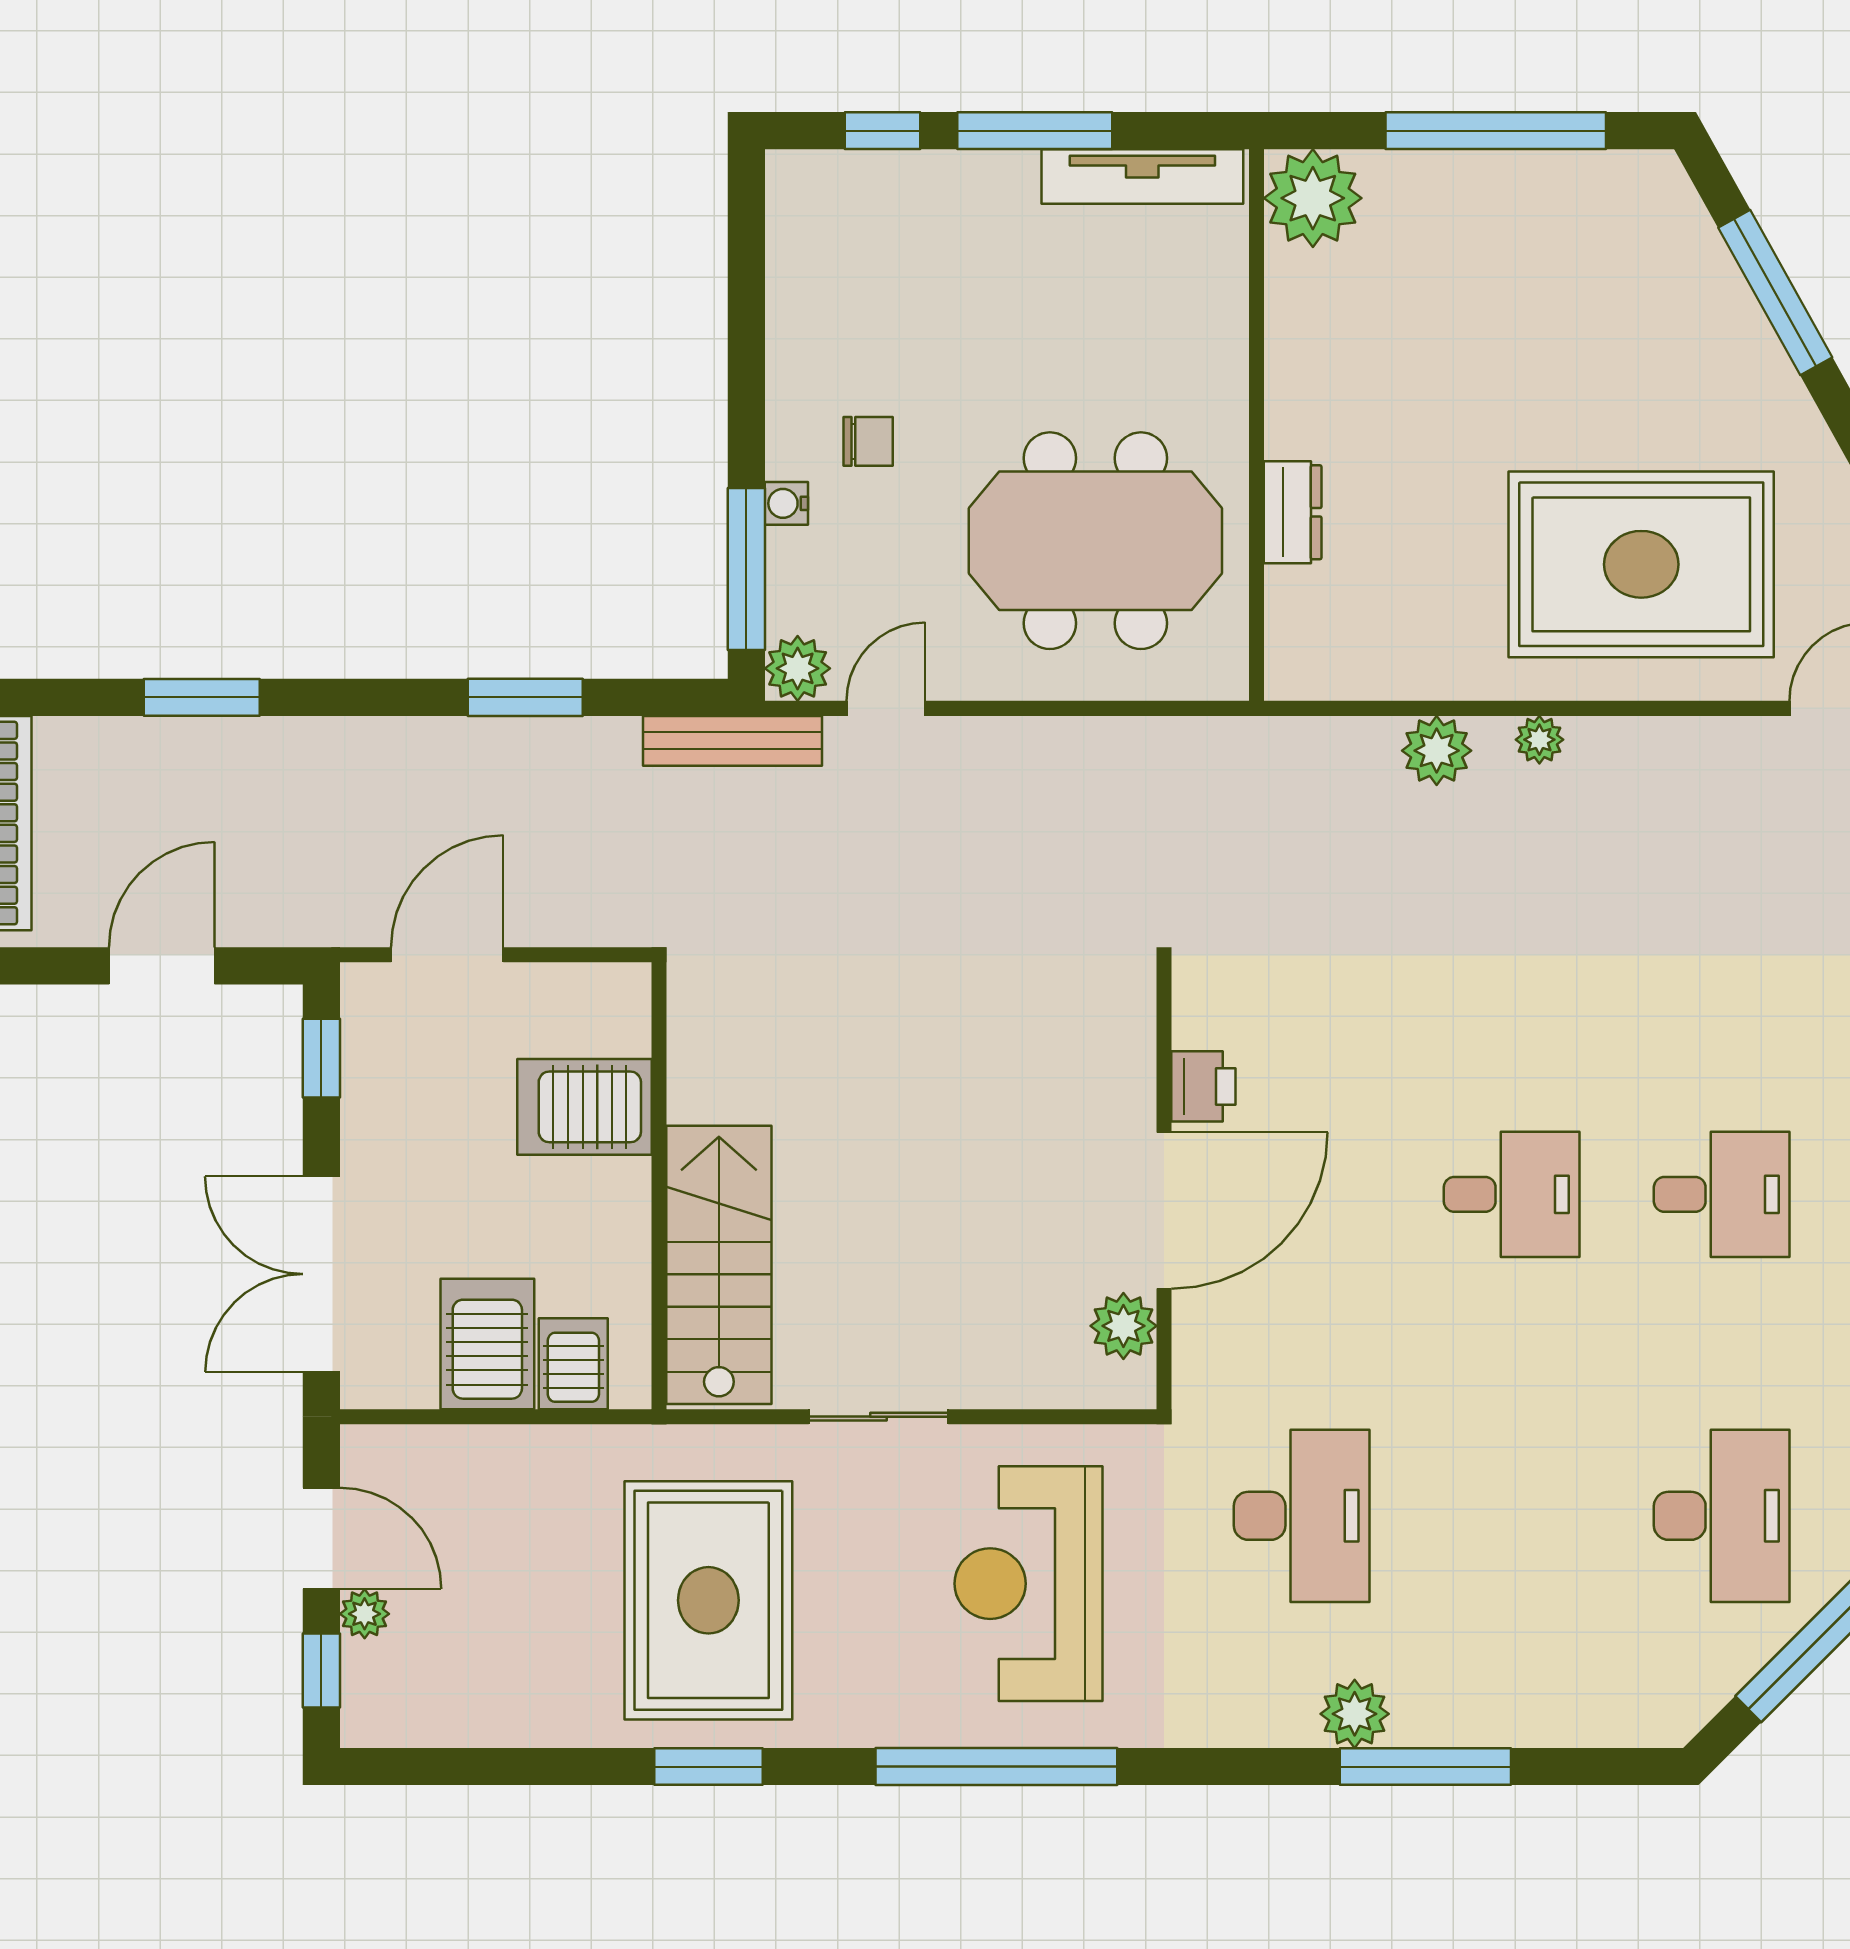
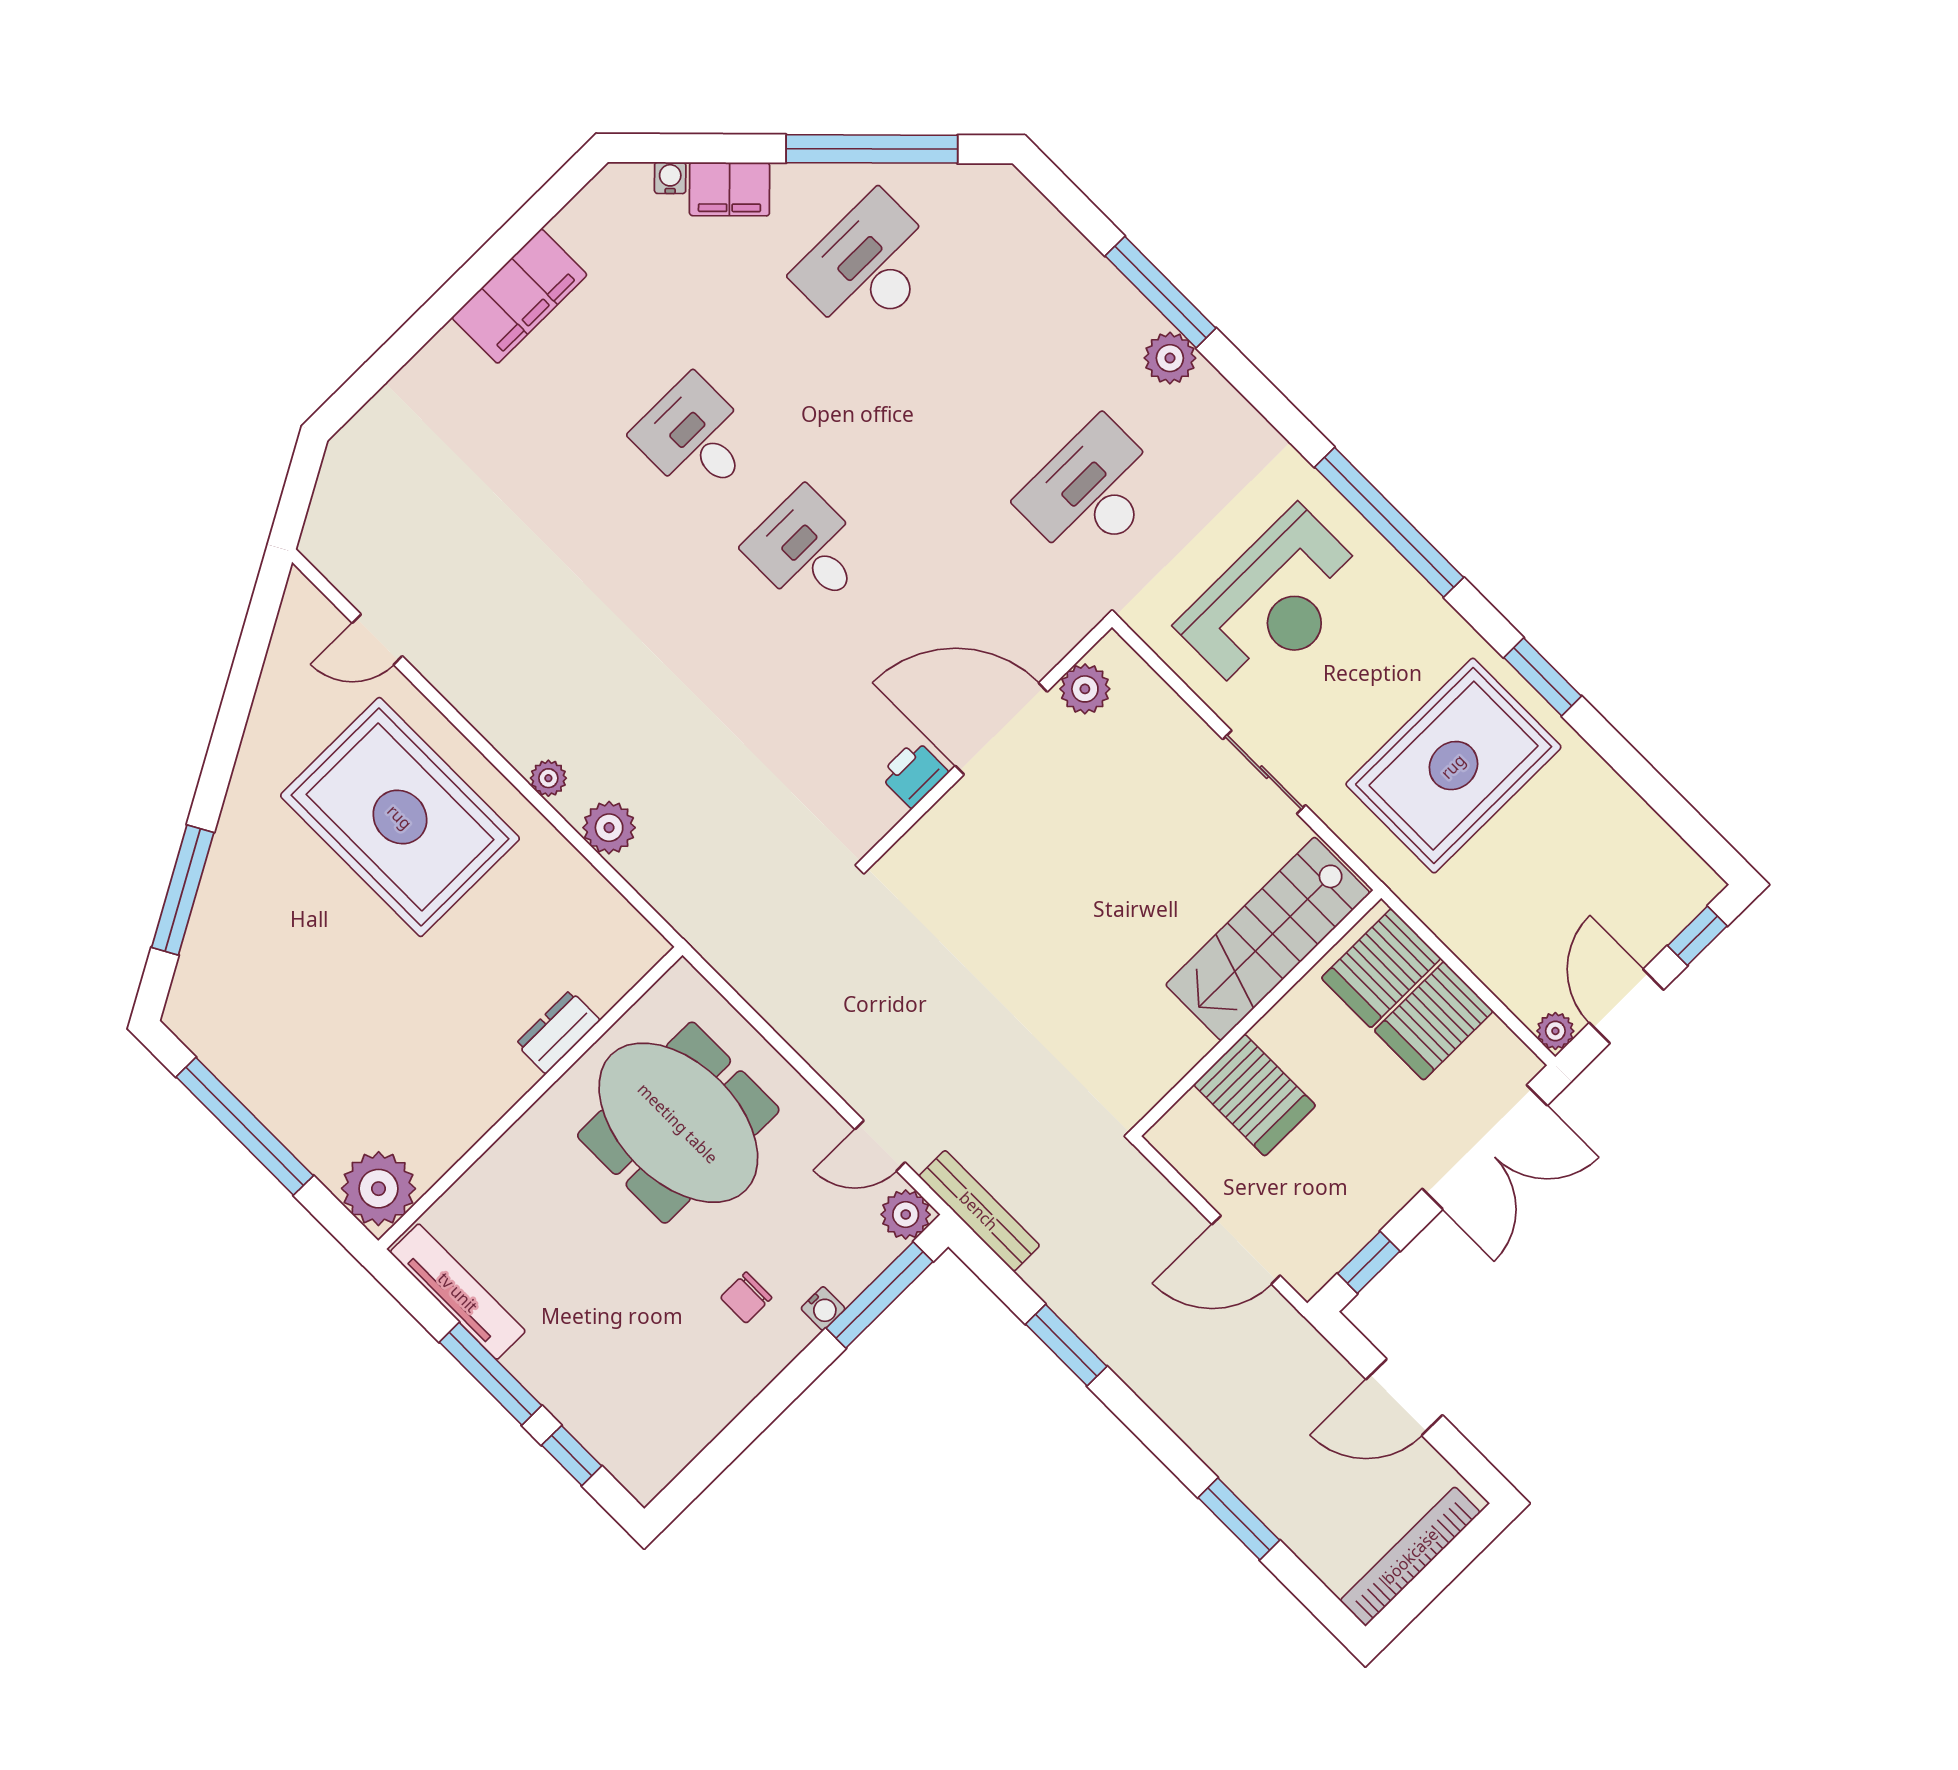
chair: (868, 441) -> (746, 1298), turned -90
server rack: (573, 1364) -> (1381, 968), width x1.36, depth x1.44
plant: (365, 1614) -> (1555, 1031), moved

